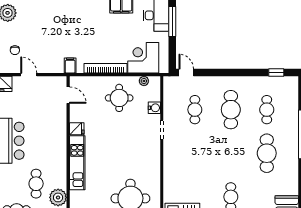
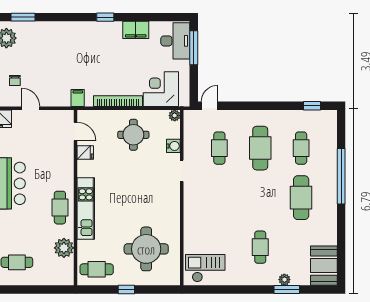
door: (186, 72) -> (210, 106), hinge flipped
plant: (144, 81) -> (175, 116), moved
fridge: (77, 129) -> (85, 153), moved
cafe table: (36, 184) -> (60, 208), moved

